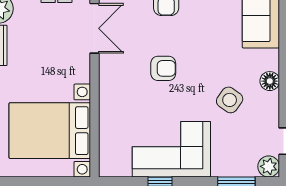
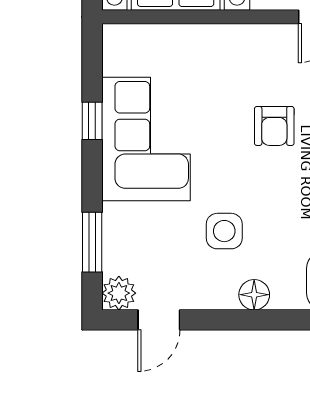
side table: (230, 100) -> (224, 231), turned -35

